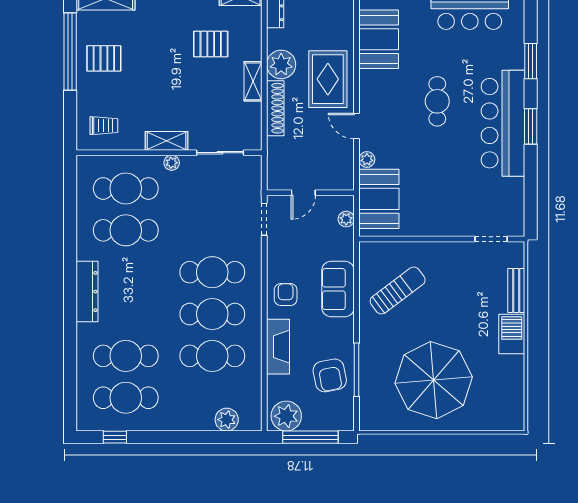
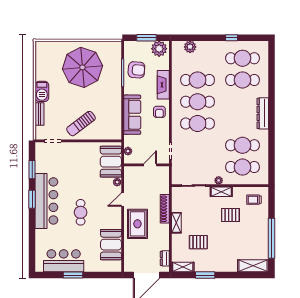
pallet: (104, 58) -> (230, 215), moved
window: (531, 61) -> (32, 170), moved
plant: (281, 64) -> (162, 231), removed
door: (357, 126) -> (123, 200), swing flipped
sofa: (338, 289) -> (132, 115), width x1.36
sun lounger: (398, 290) -> (81, 124), moved
armchair: (330, 375) -> (136, 70), turned 105
window: (115, 437) -> (231, 38), moved
window: (310, 437) -> (146, 38), width x0.69

